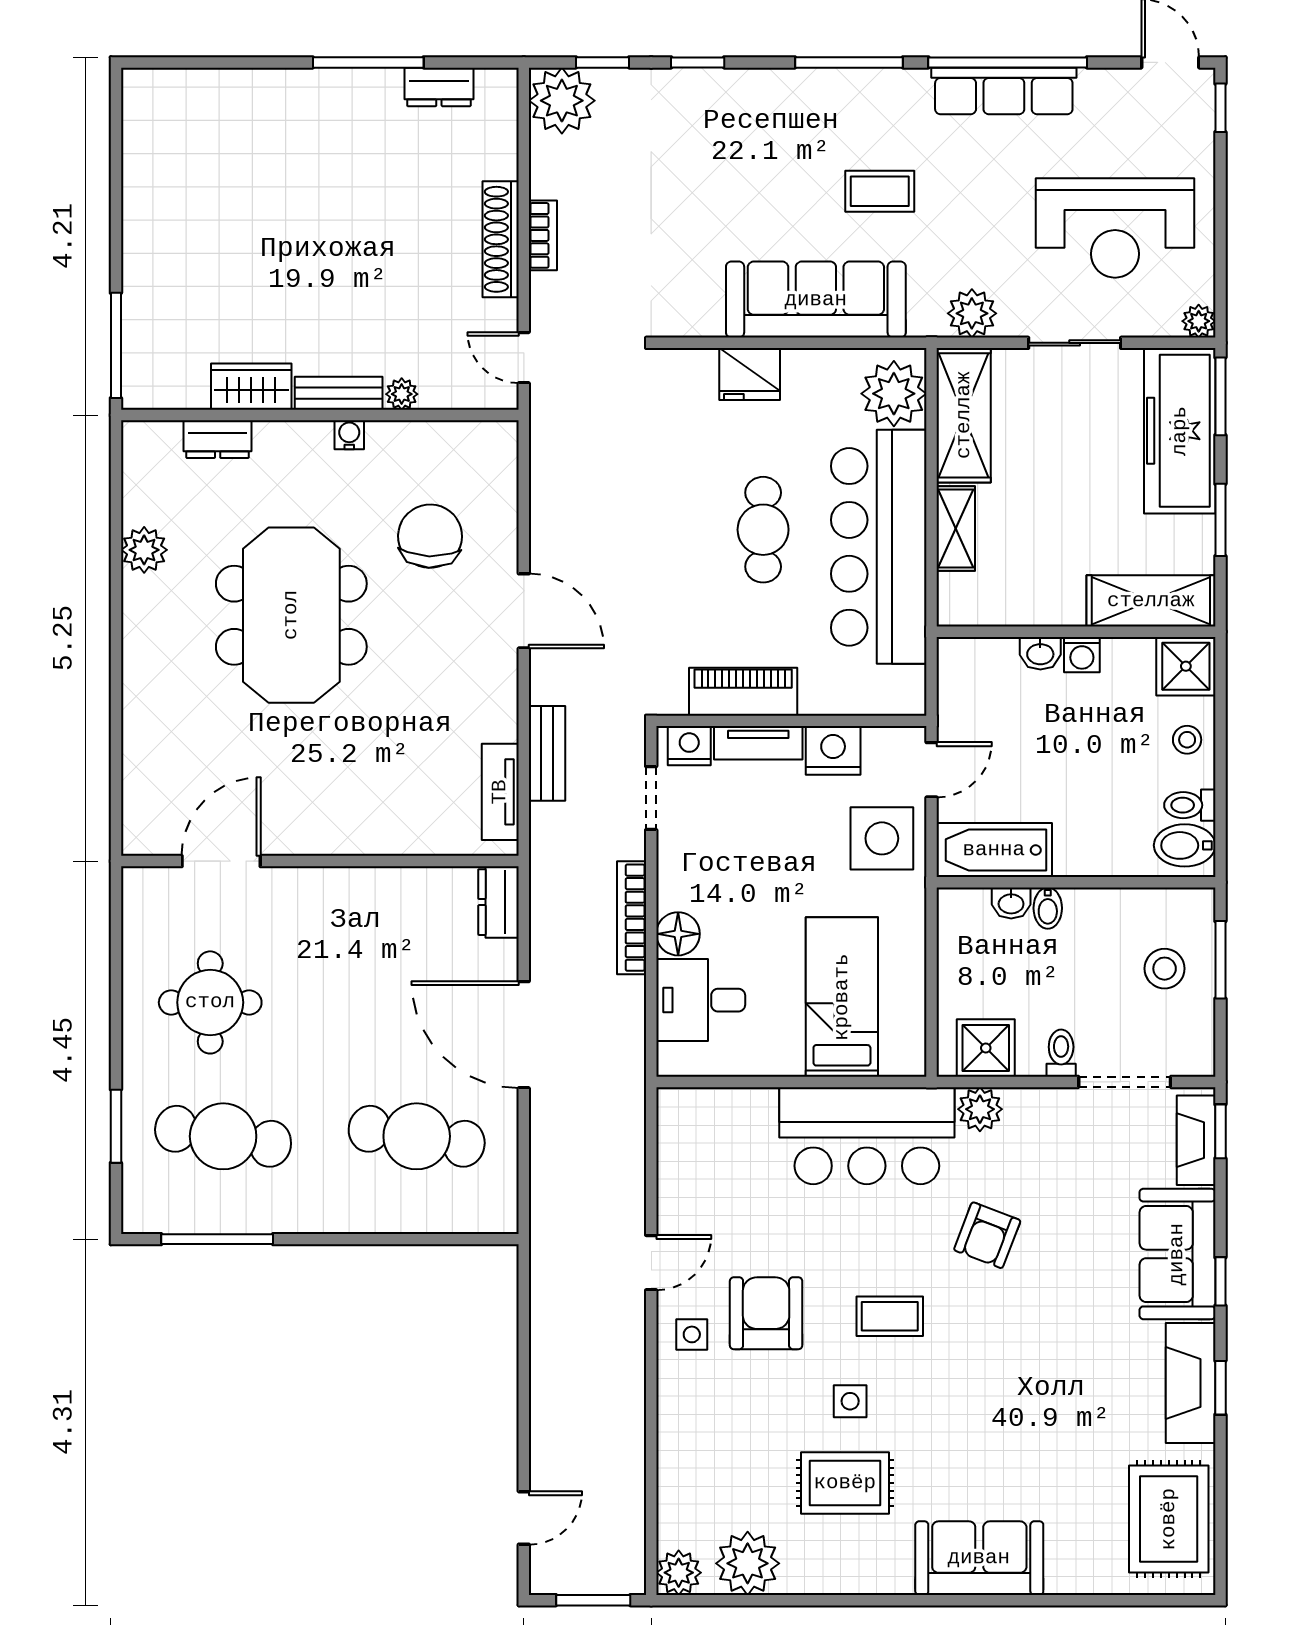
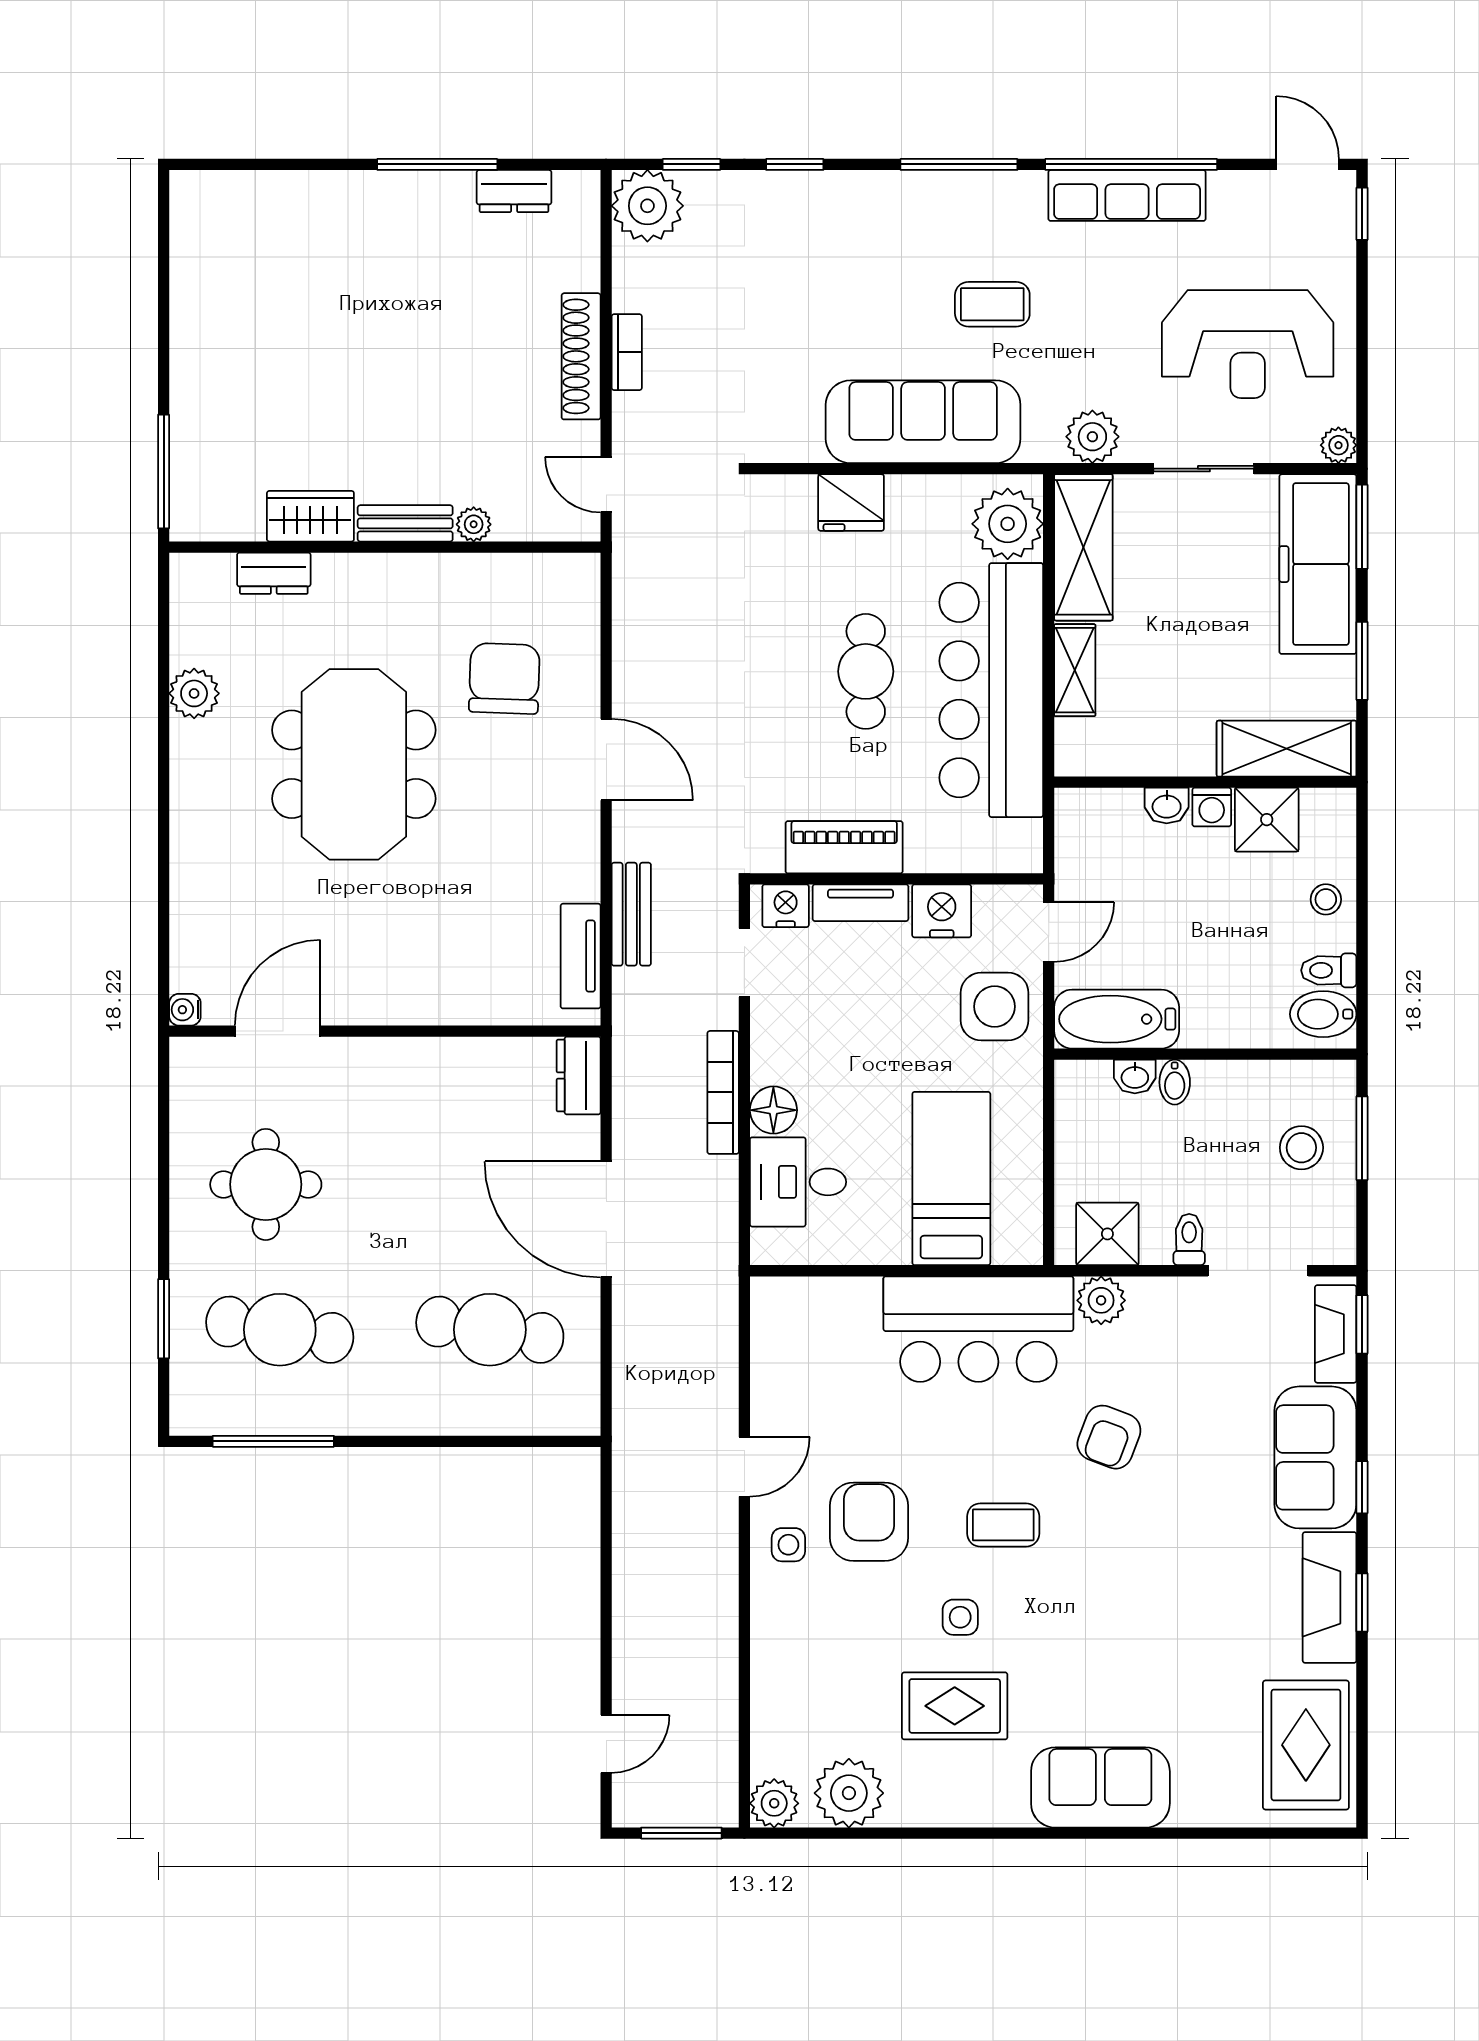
water cooler: (349, 435) -> (185, 1010), moved, turned -90
shower: (1186, 666) -> (1267, 820), moved

